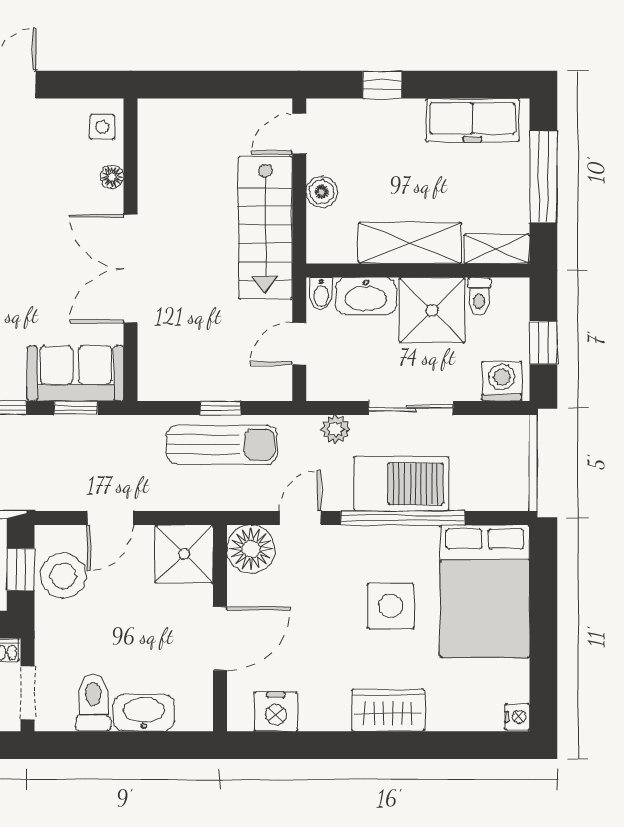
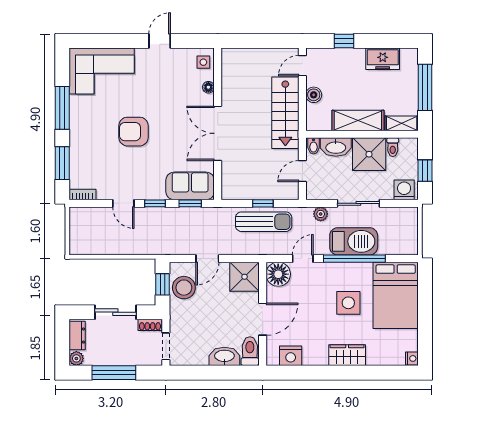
freezer: (472, 120) -> (383, 59), width x0.71
toilet: (93, 702) -> (250, 351), moved

